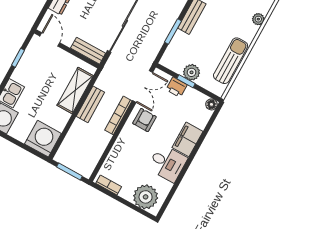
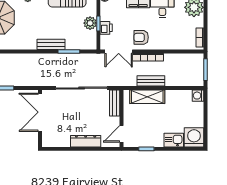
double door: (143, 86) -> (119, 52), swing flipped
washing machine: (43, 139) -> (198, 96), width x0.53, depth x0.53

